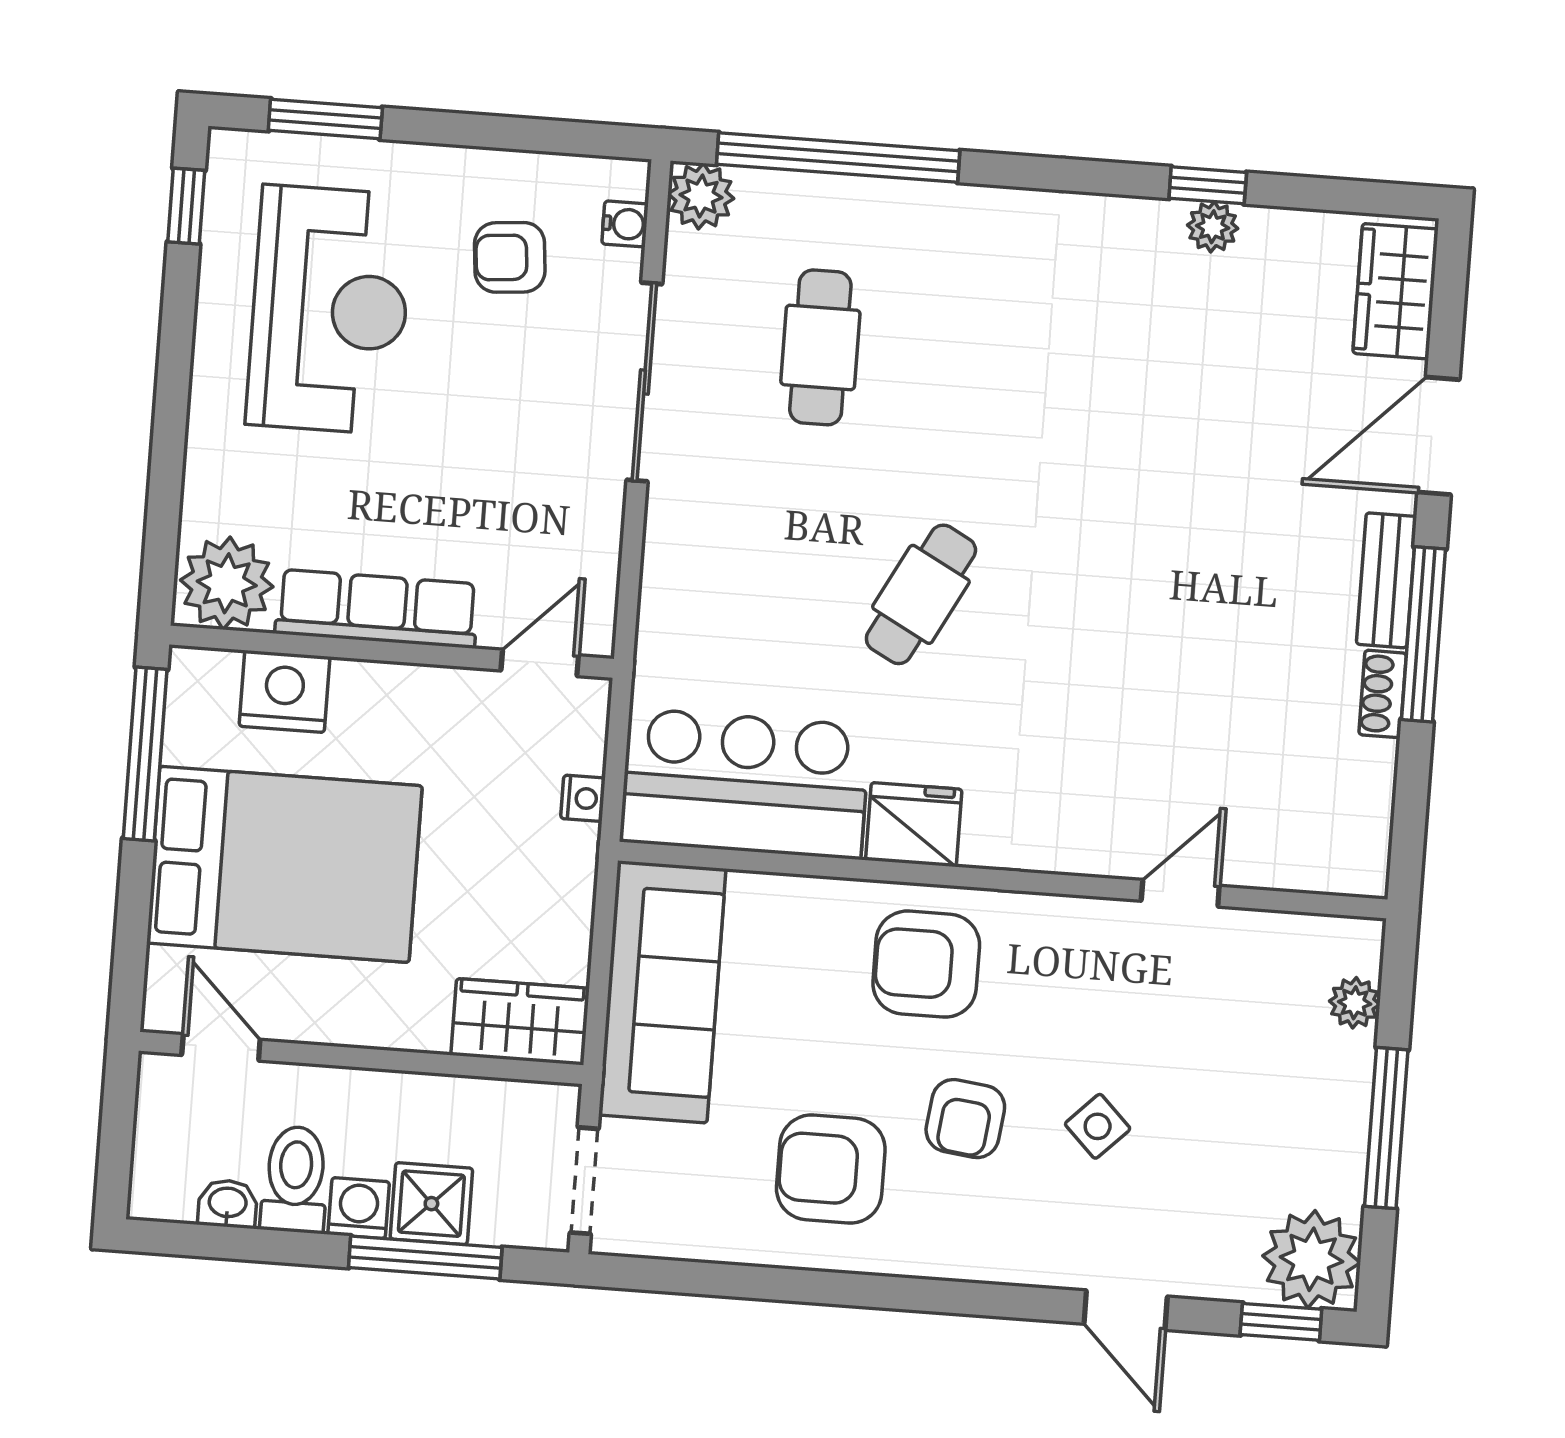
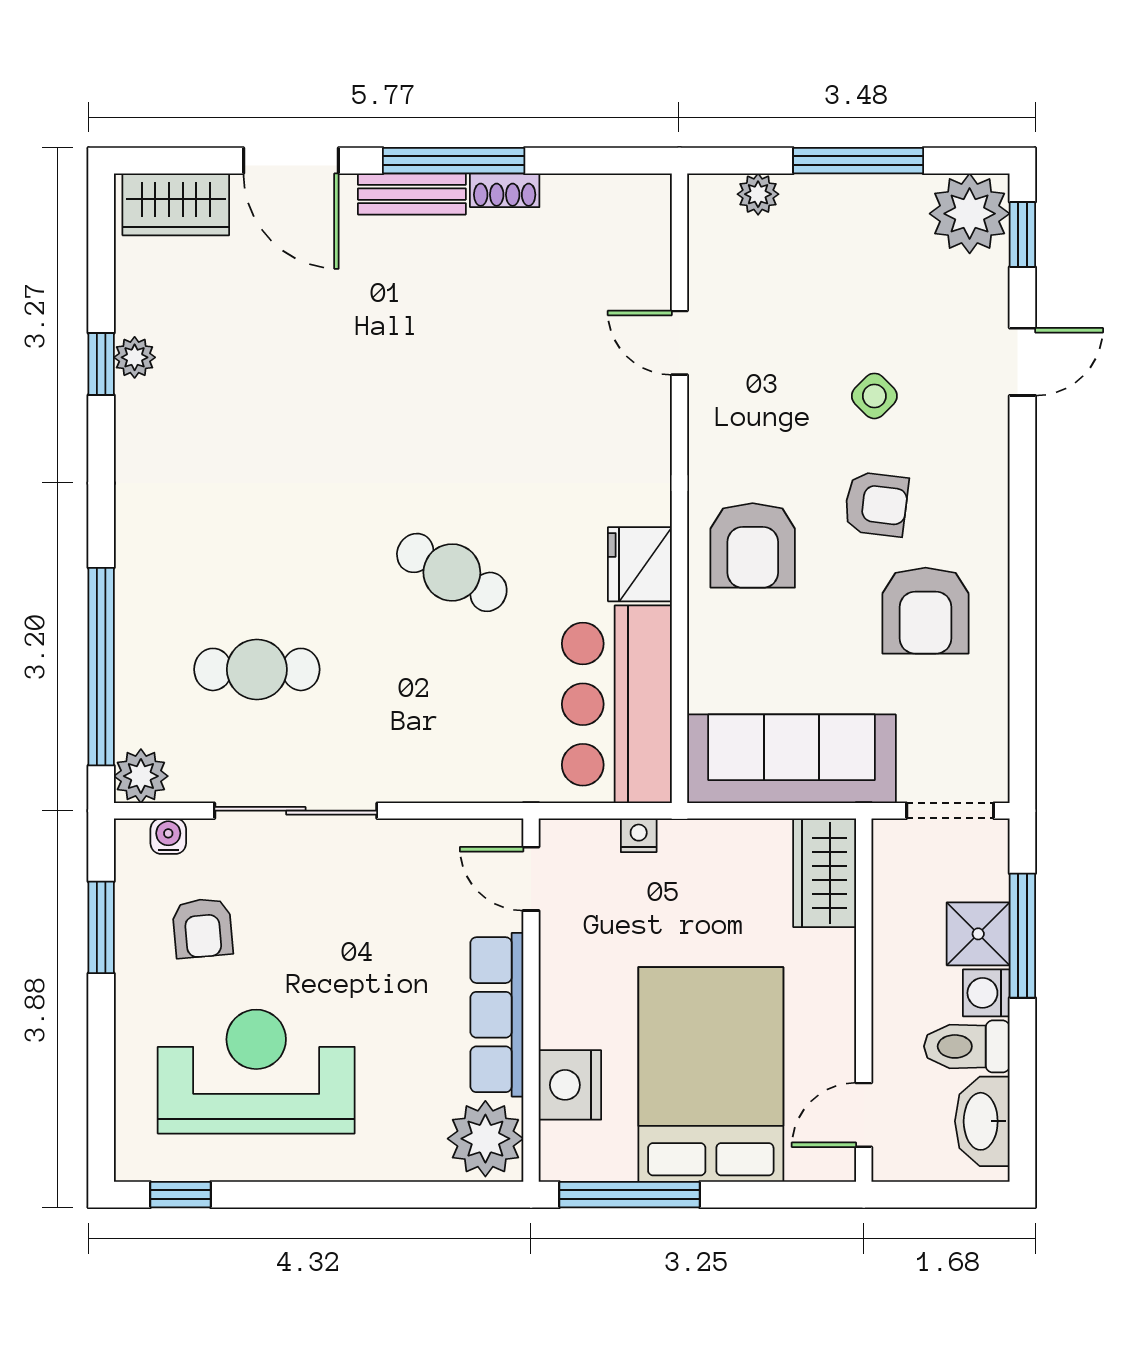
window: (325, 119) -> (101, 927), moved
washbasin: (228, 1204) -> (982, 1121), width x1.91, depth x1.45

